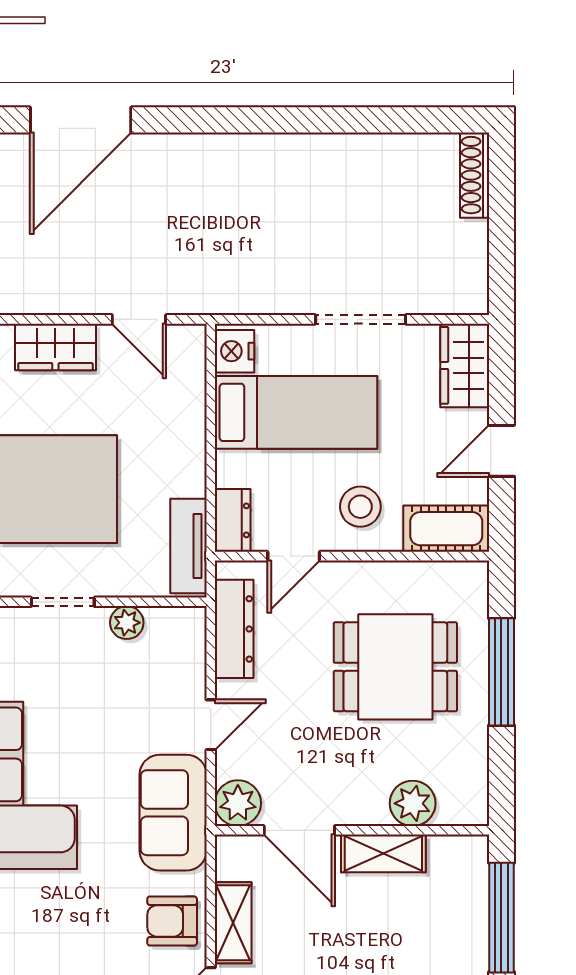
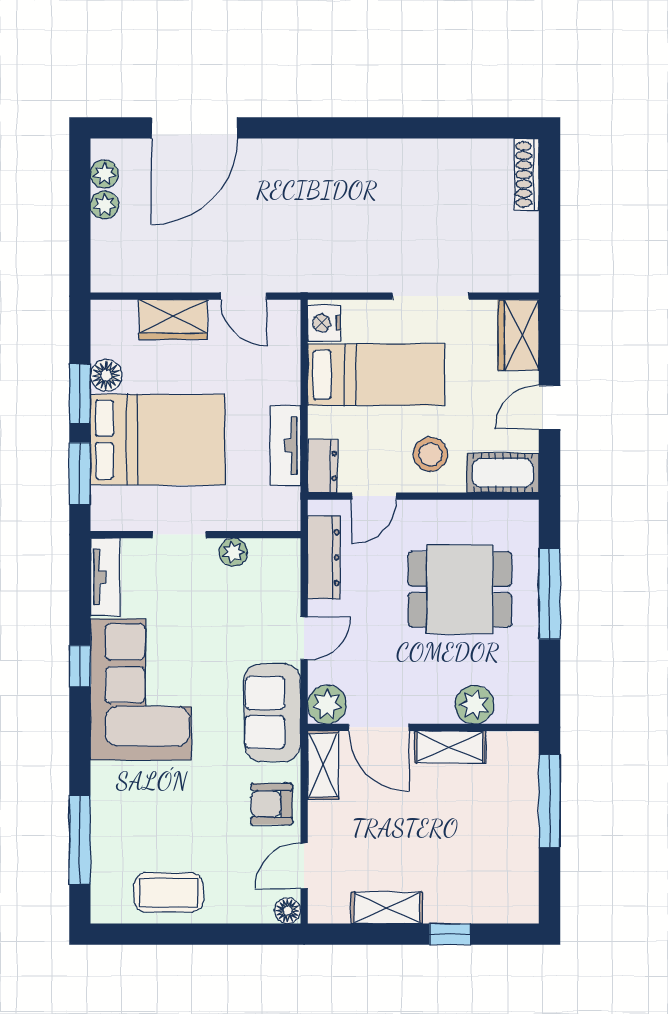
tv unit: (188, 546) -> (285, 445), moved
shelving: (233, 923) -> (323, 765), moved

